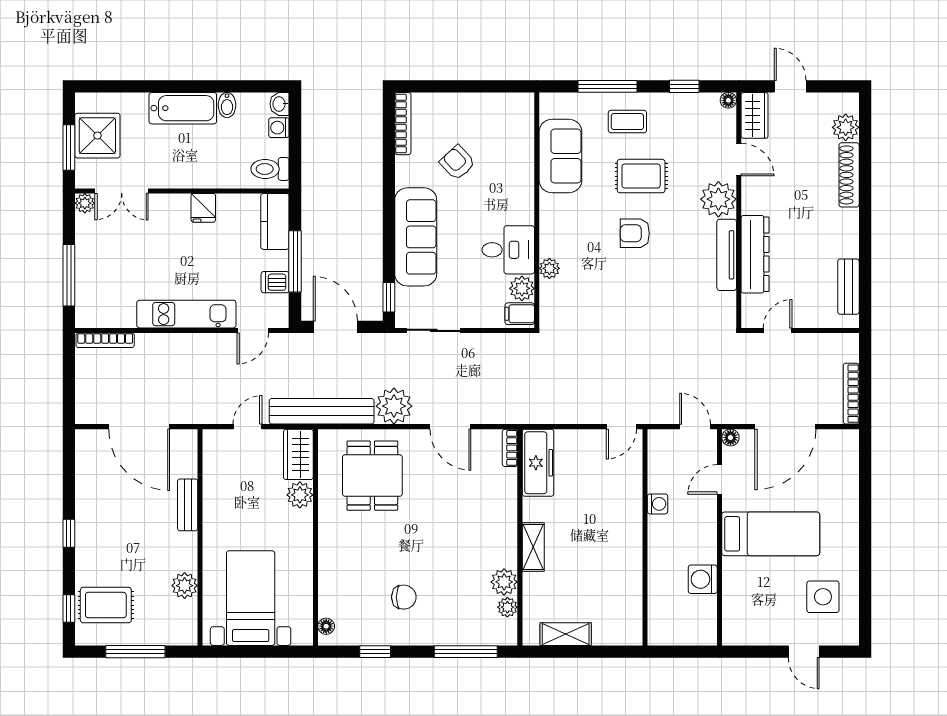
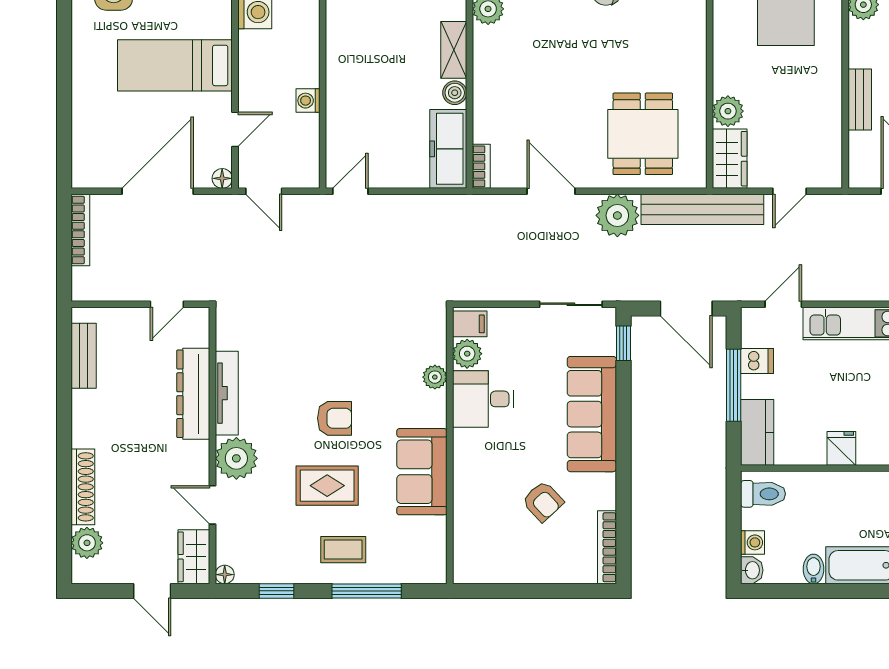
sofa: (560, 156) -> (422, 472), moved
boiler: (532, 511) -> (455, 93), added

